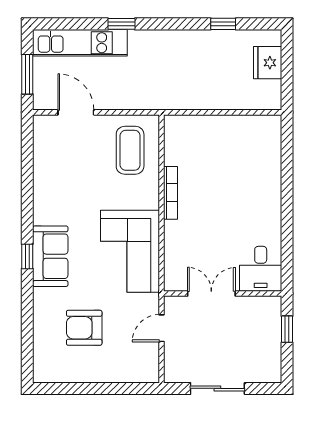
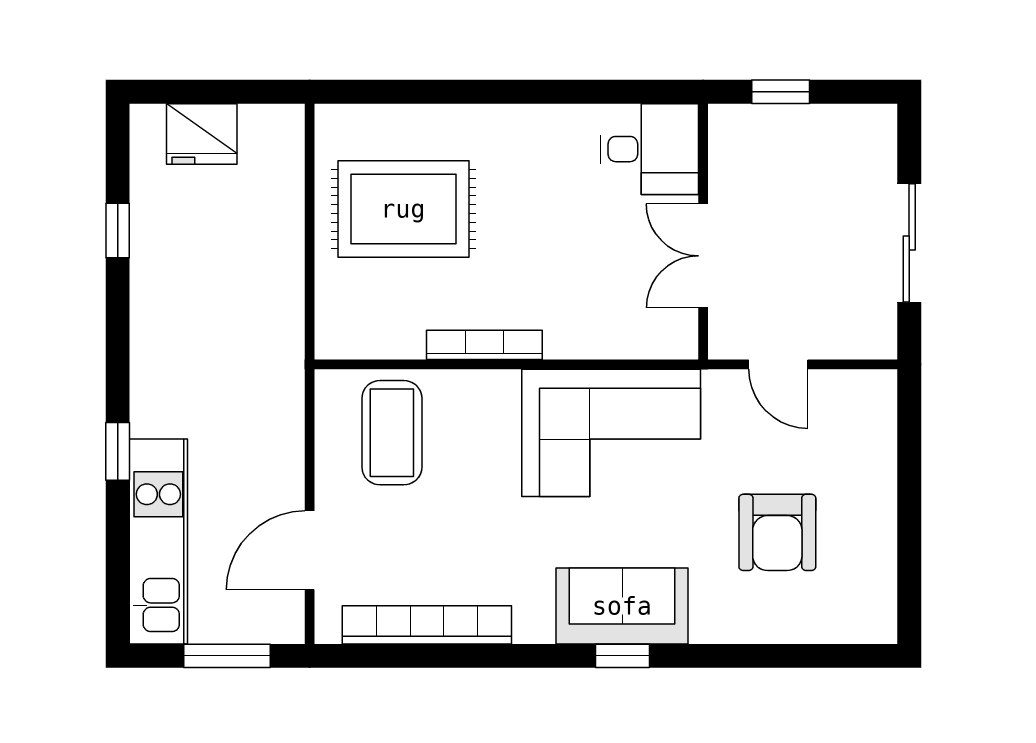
coffee table: (130, 150) -> (392, 433), turned 90
rug: (233, 156) -> (403, 209), added
bookcase: (42, 166) -> (427, 625), added

